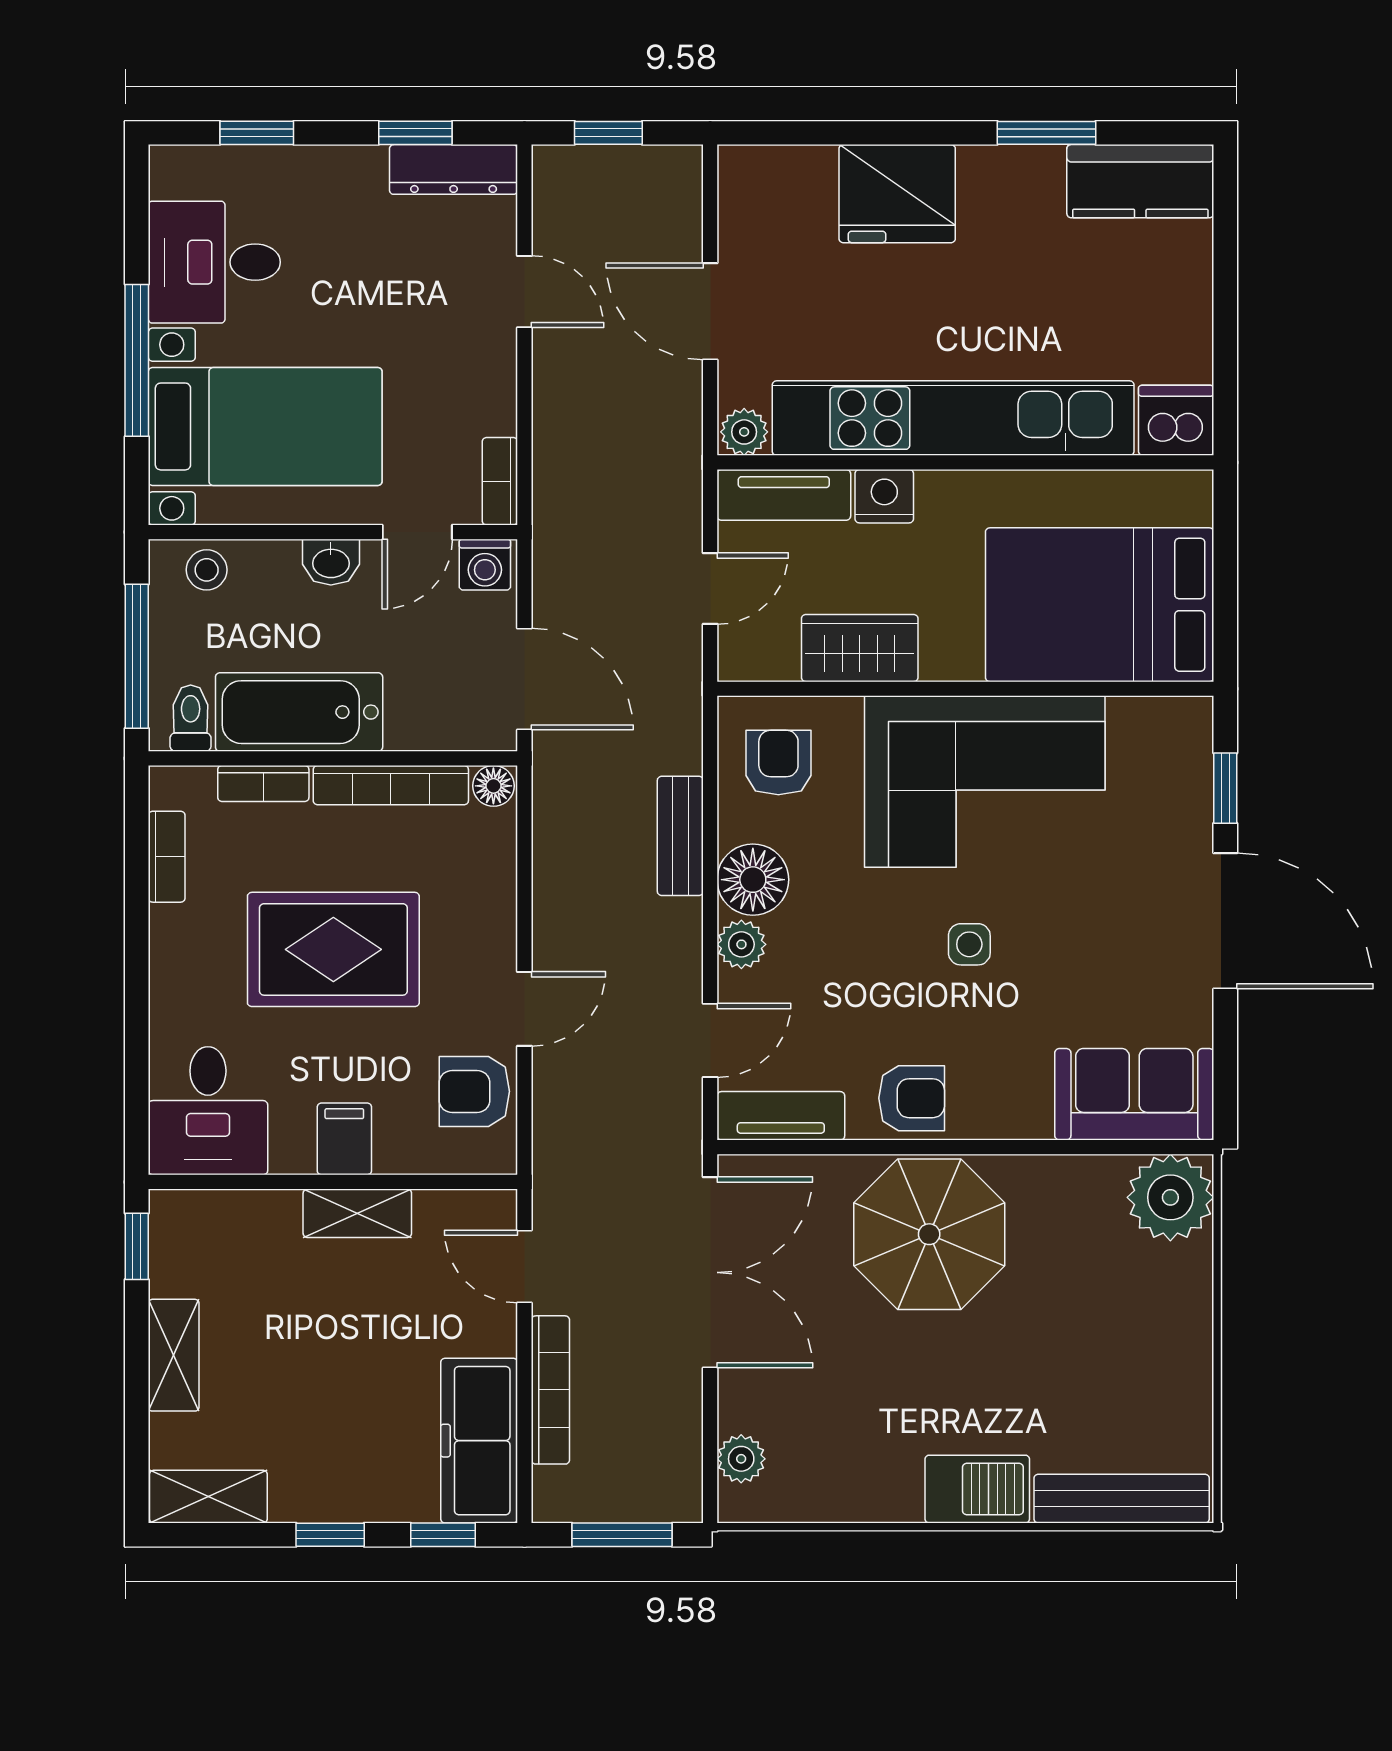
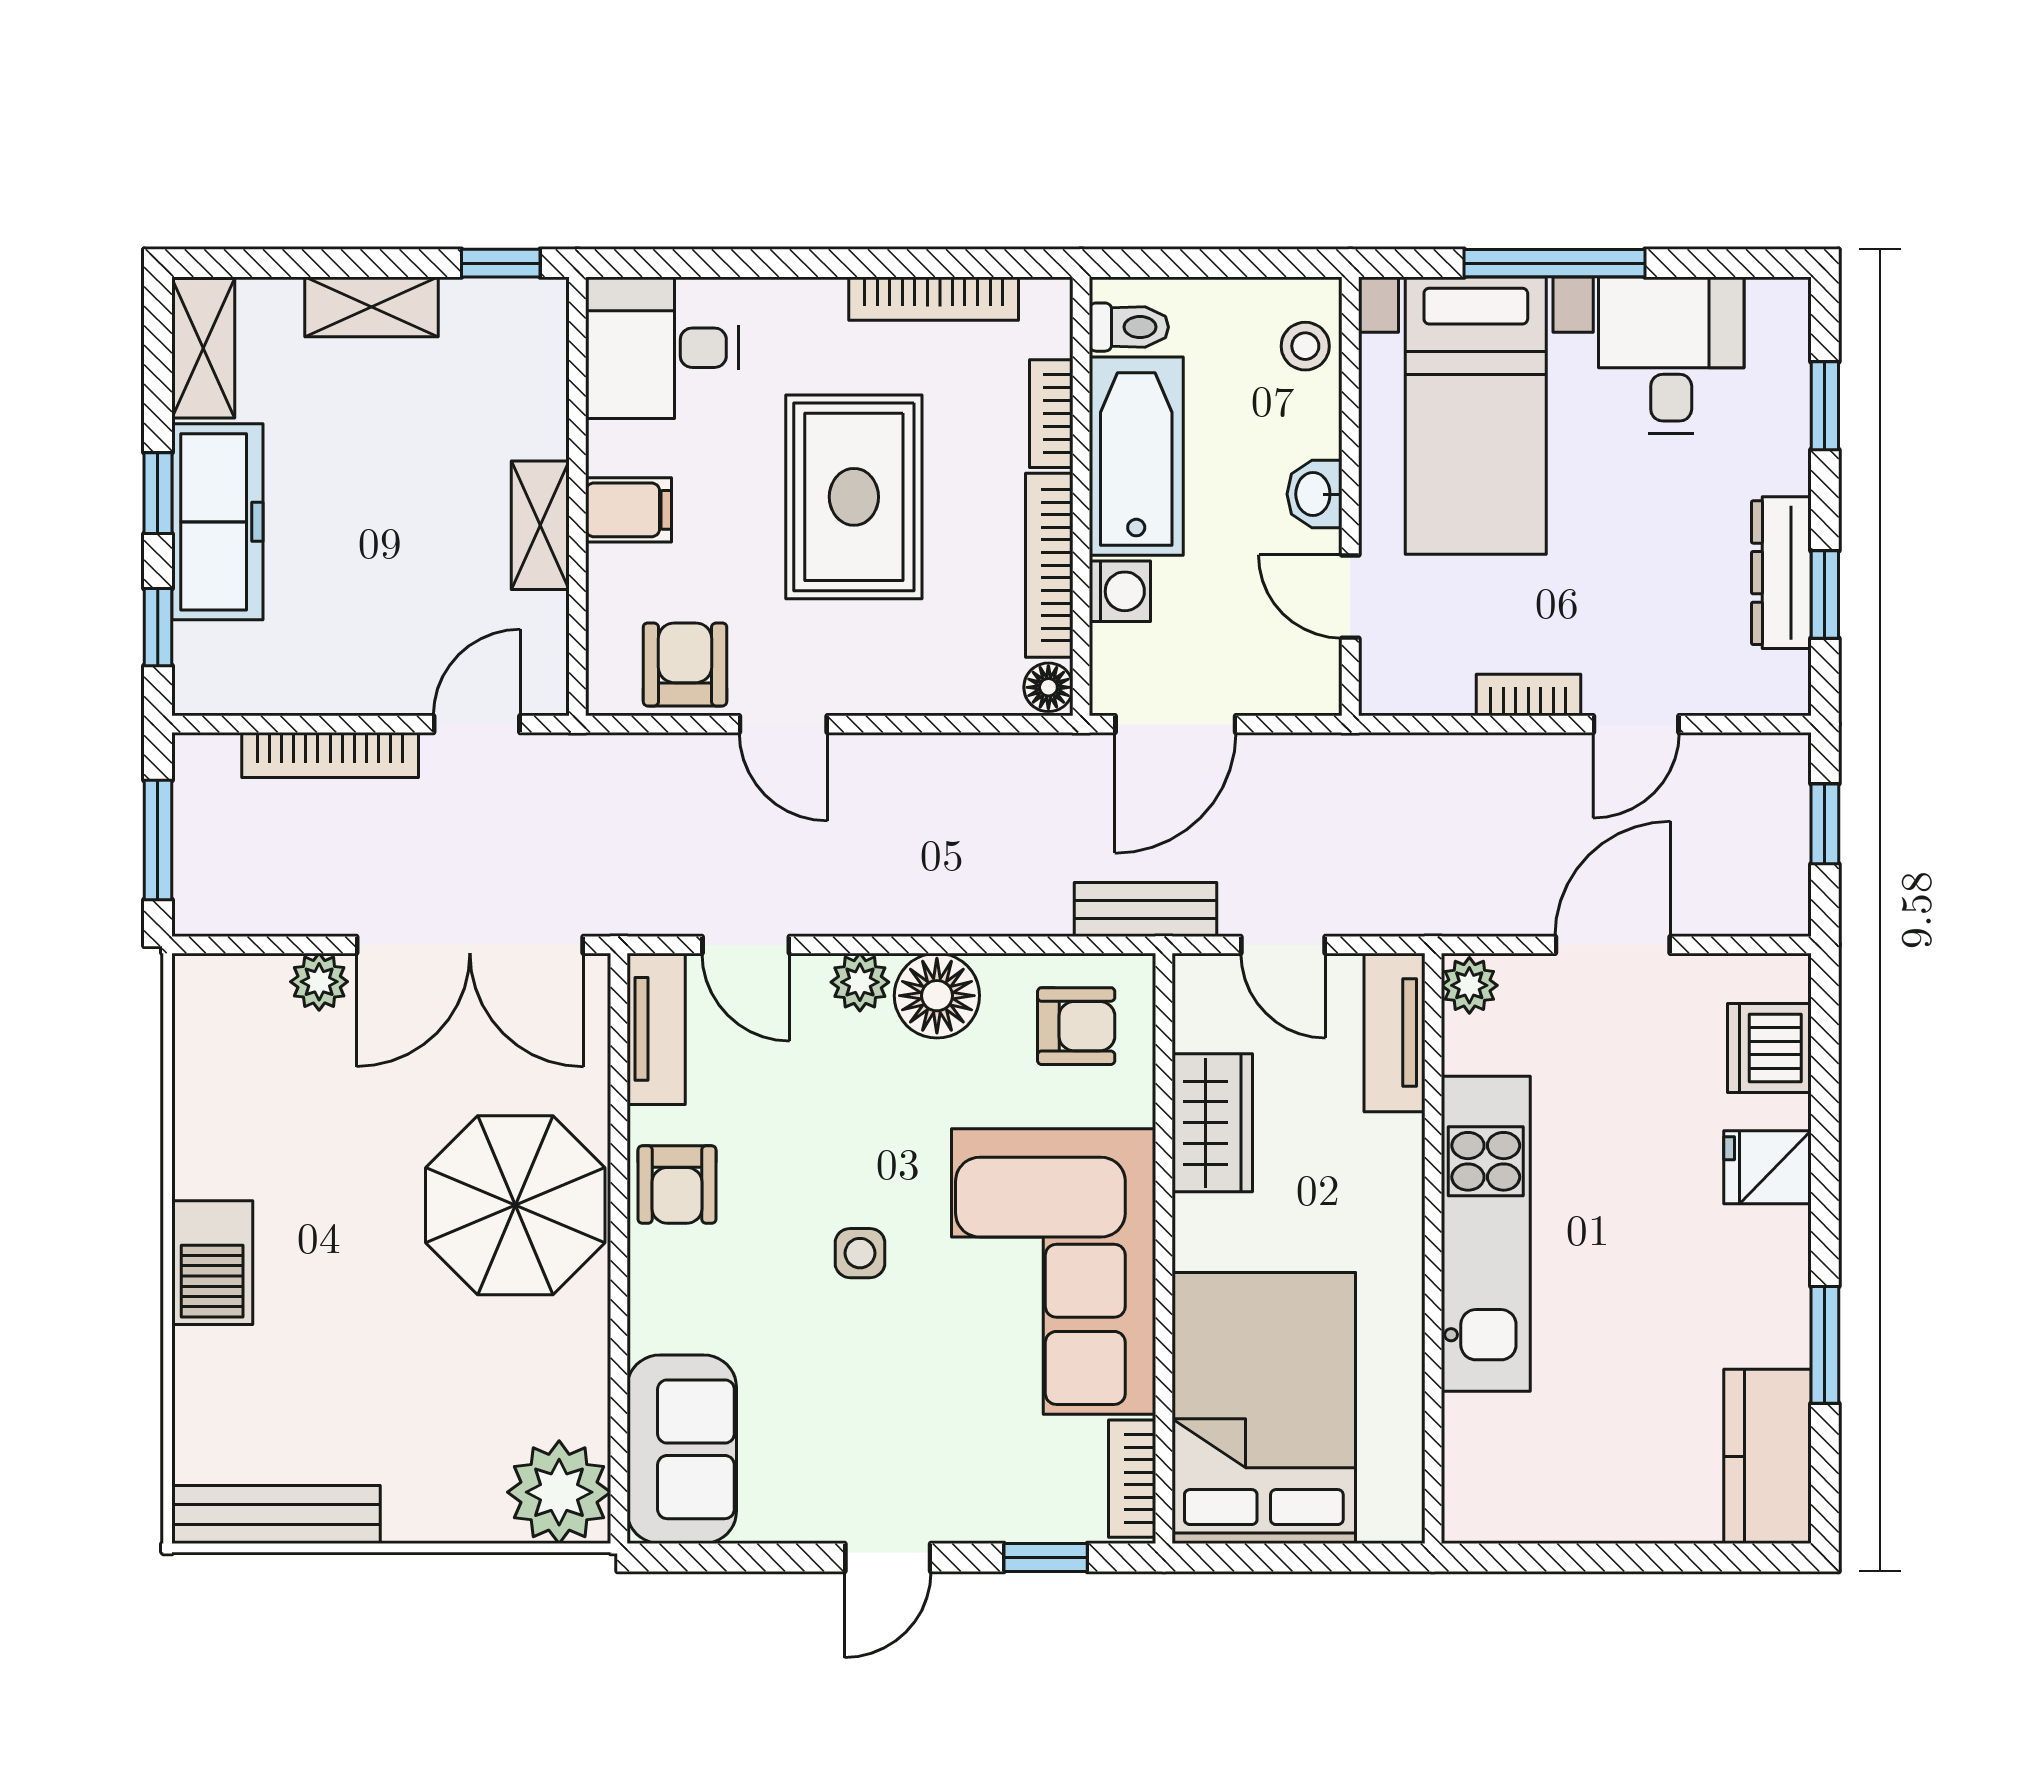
dresser: (454, 169) -> (1781, 573), moved
fridge: (897, 194) -> (1767, 1167), width x0.53, depth x0.75
kitchen unit: (953, 418) -> (1486, 1234), width x0.73
dishwasher: (1176, 420) -> (1769, 1048), moved, turned 180
bookcase: (500, 481) -> (1528, 695), moved
nightstand: (884, 496) -> (1393, 1152), removed
washing machine: (485, 565) -> (1120, 591), moved, turned 180
window: (137, 656) -> (1202, 263), removed
bookcase: (1159, 715) -> (1132, 1479), added
bench: (680, 836) -> (1146, 909), moved
bookcase: (167, 857) -> (934, 299), width x1.56
door: (1225, 921) -> (888, 1558), width x0.53
freezer: (479, 1441) -> (217, 522), moved, turned 90
plant: (741, 1459) -> (319, 982), moved
bench: (1122, 1499) -> (276, 1515), moved, turned 90

